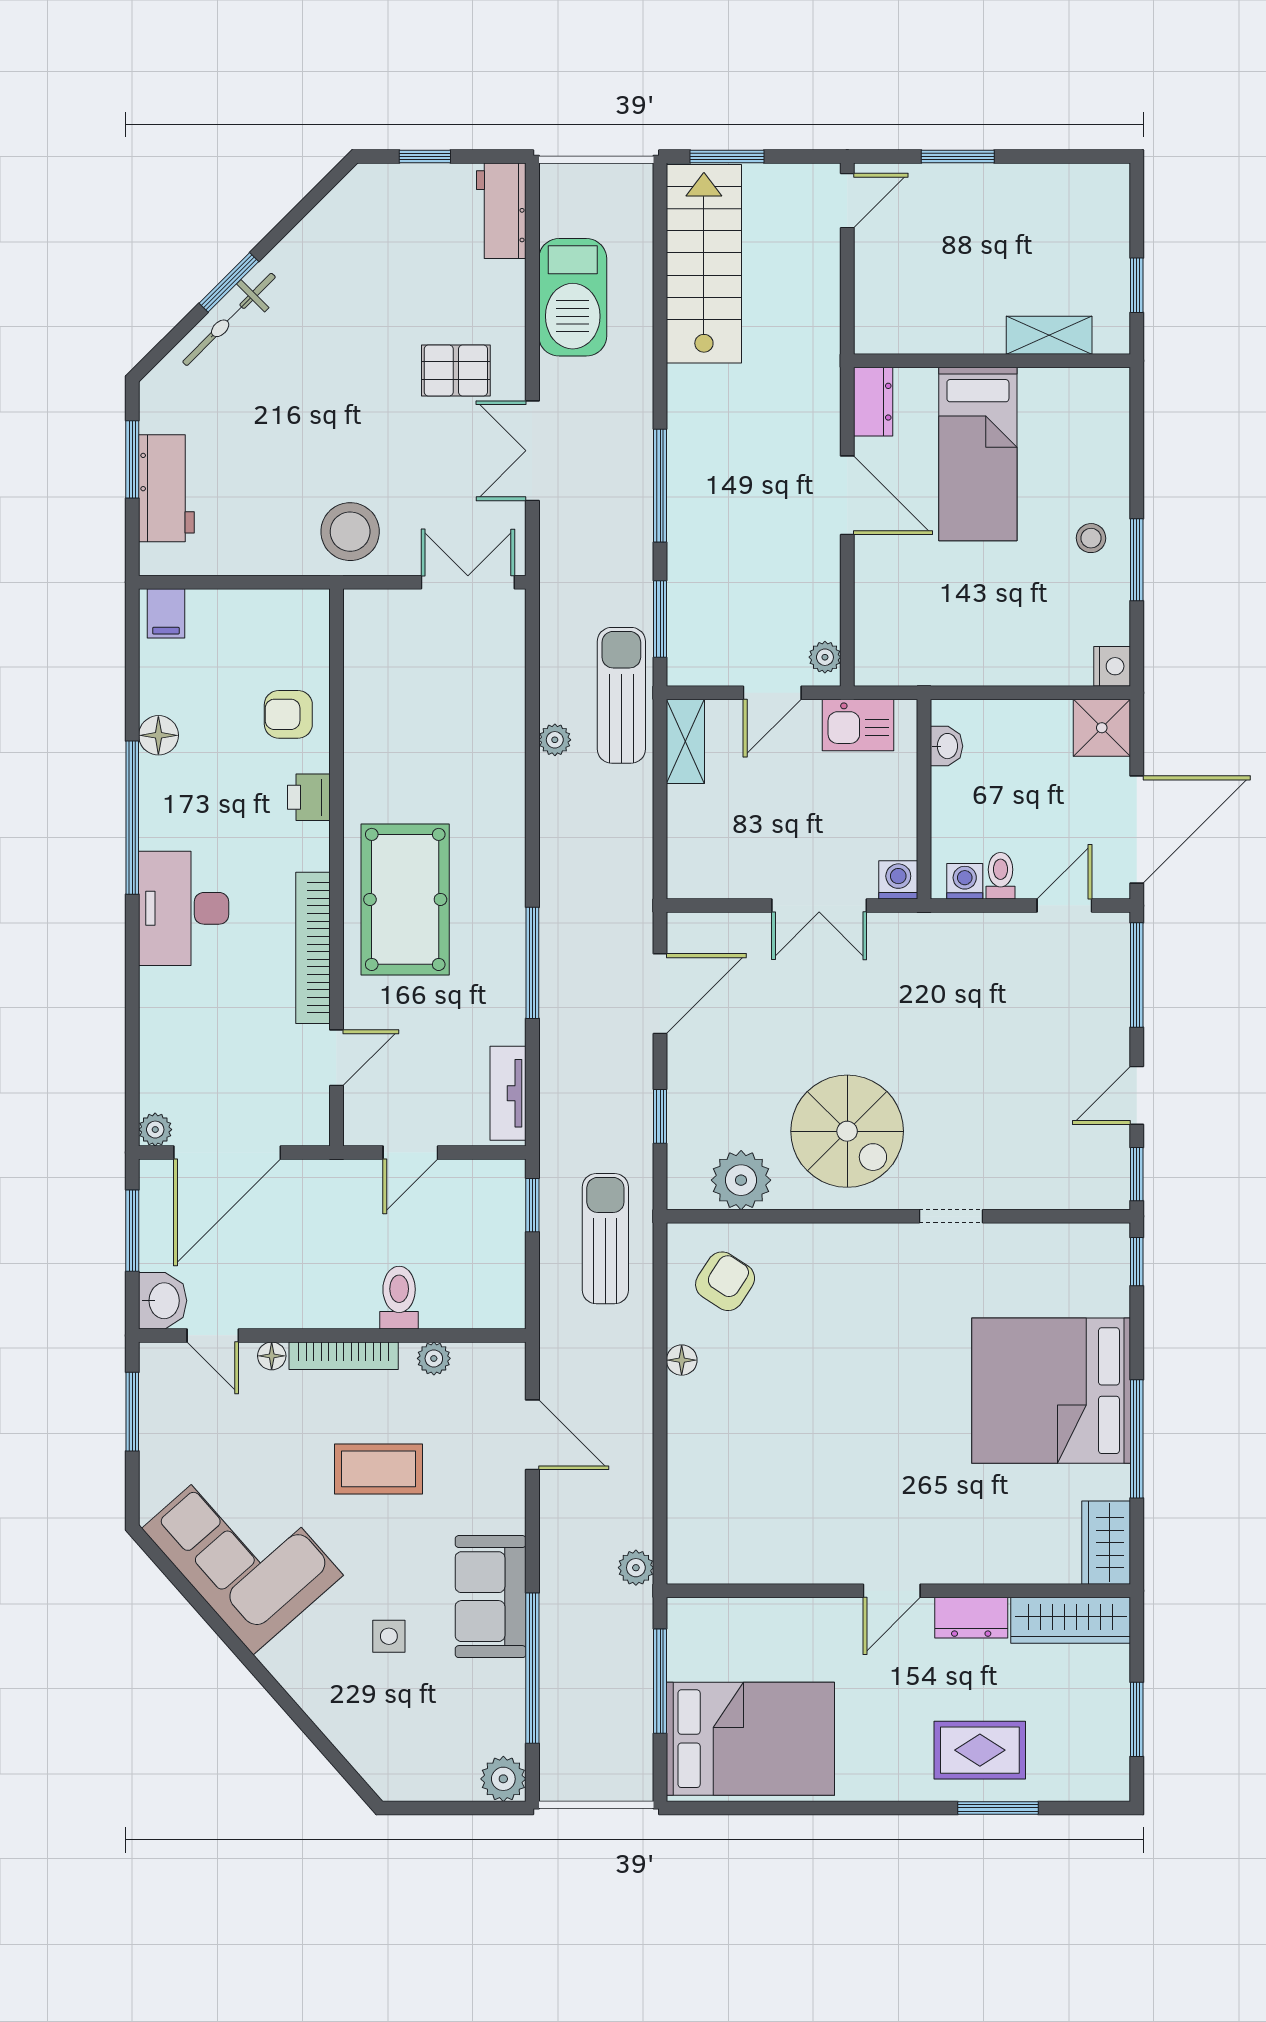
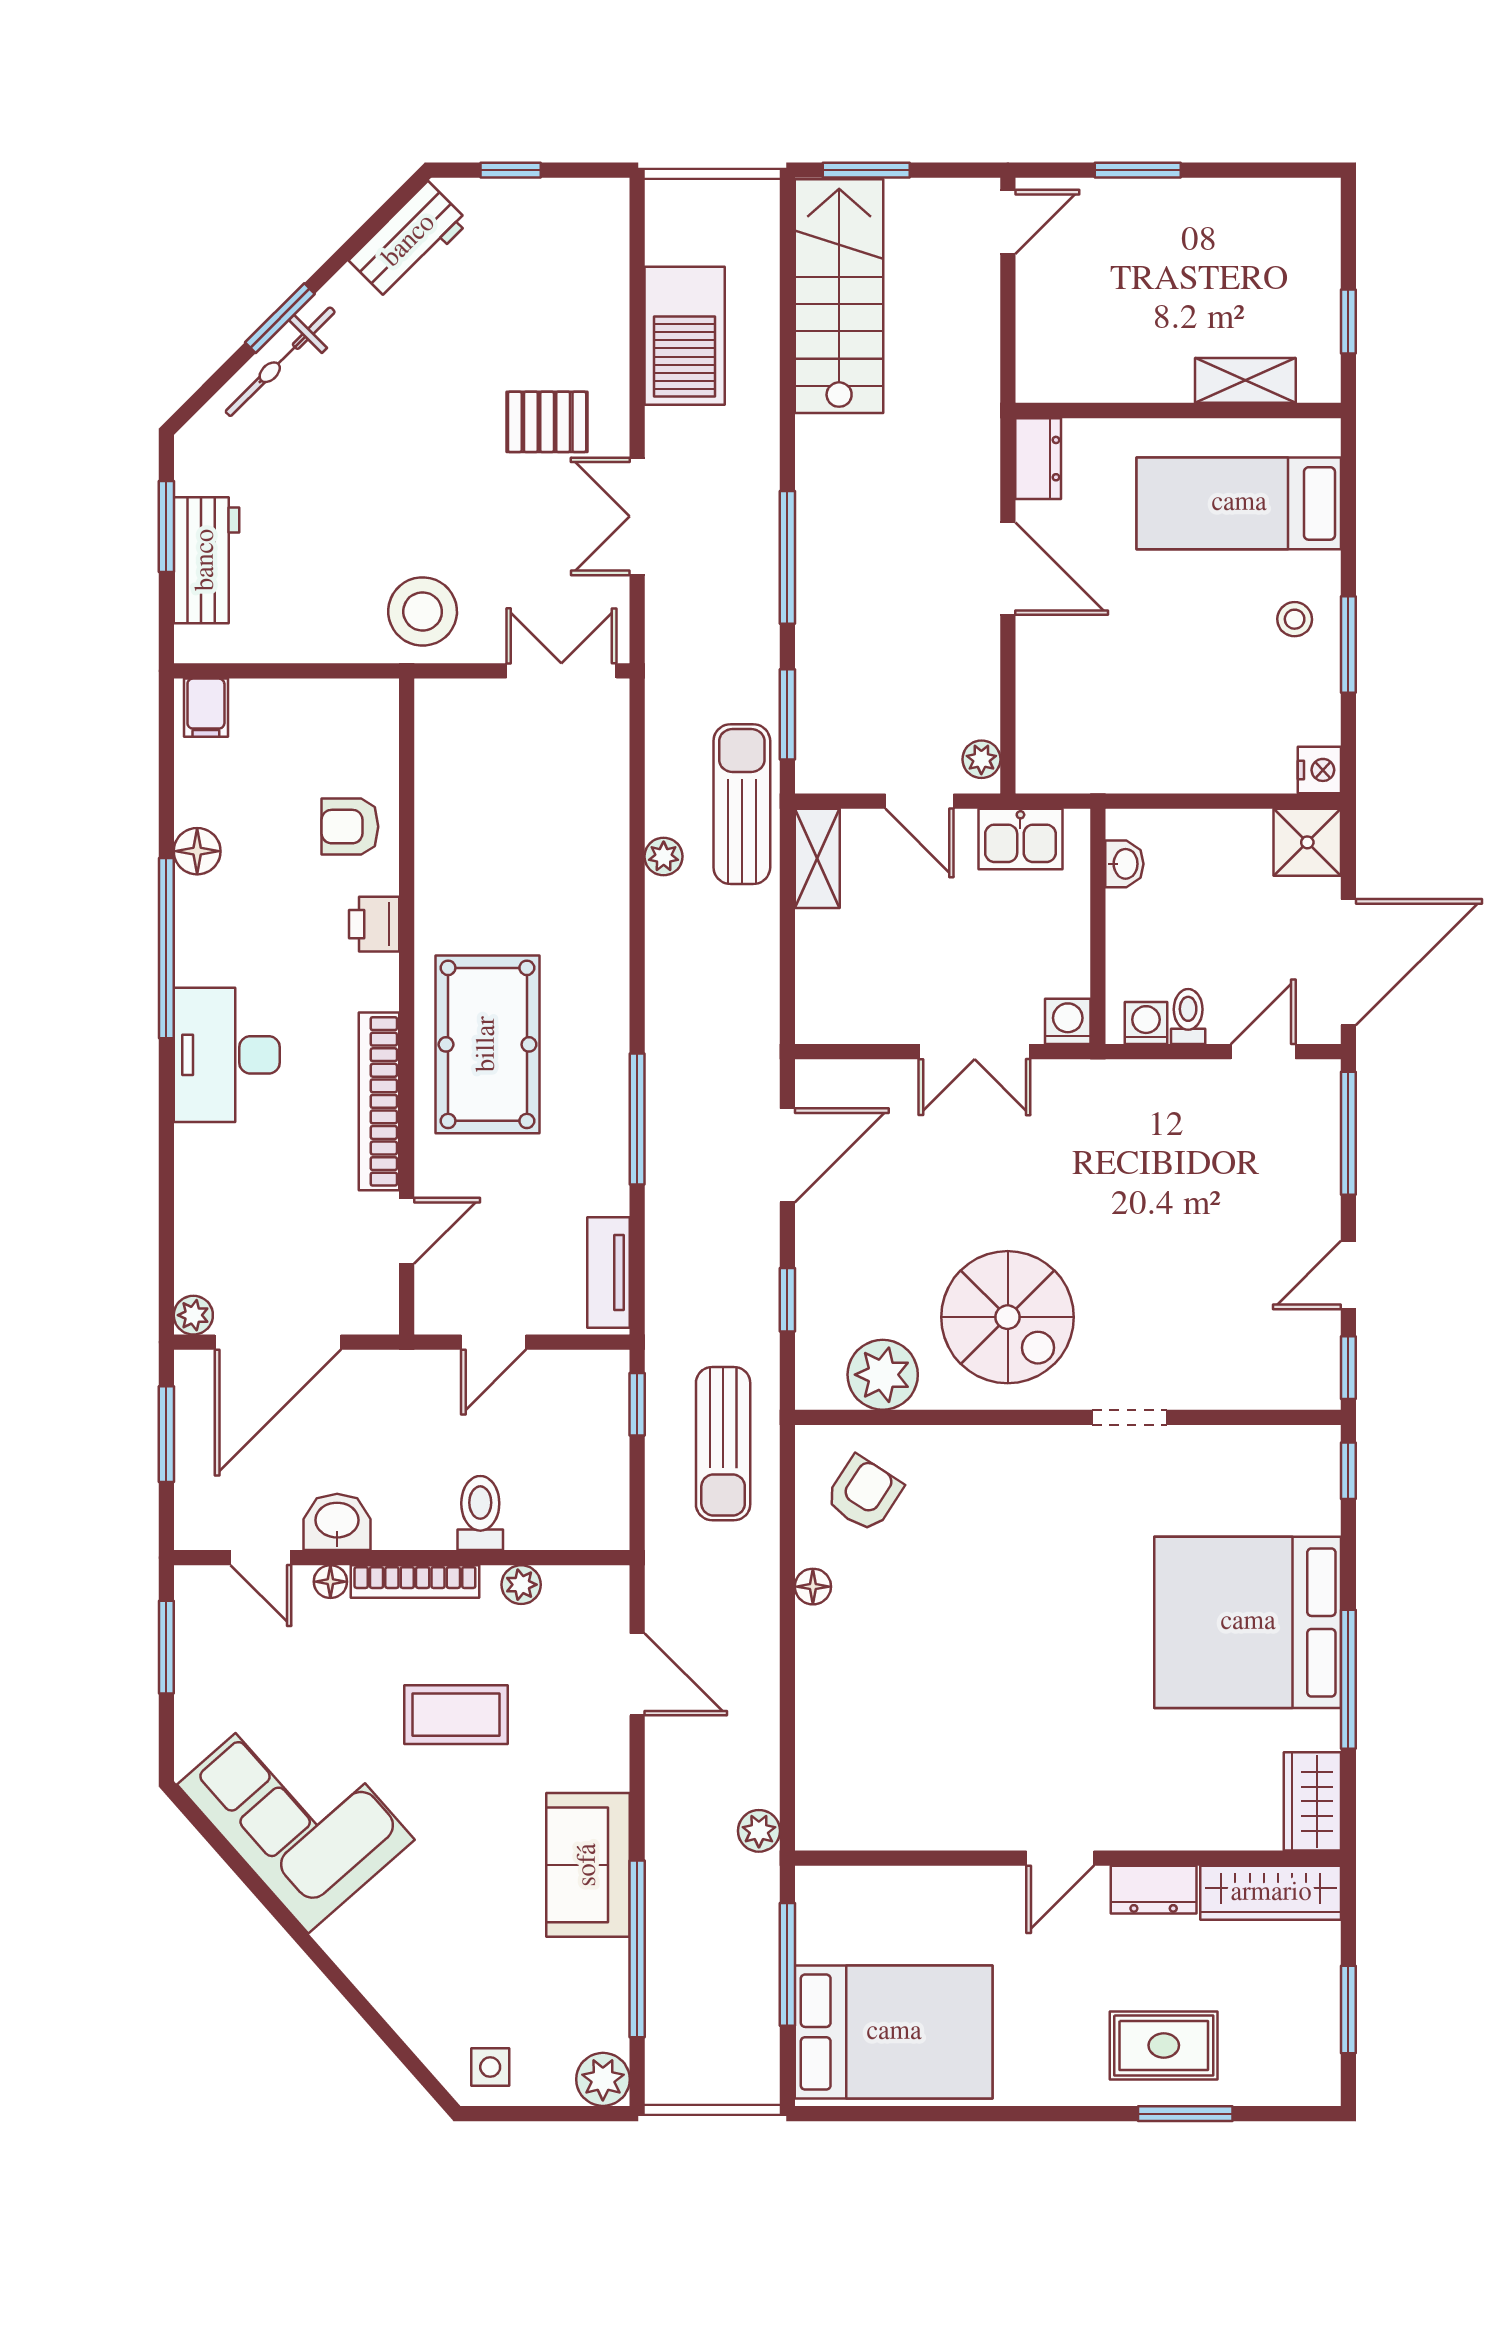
workbench: (501, 211) -> (409, 241), moved, turned -135
bed: (978, 454) -> (1239, 503), moved, turned 90
door: (772, 693) -> (919, 801), hinge flipped
sun lounger: (605, 1239) -> (723, 1444), turned 180
washbasin: (163, 1301) -> (337, 1522), moved, turned -90
side table: (389, 1636) -> (490, 2067), moved

